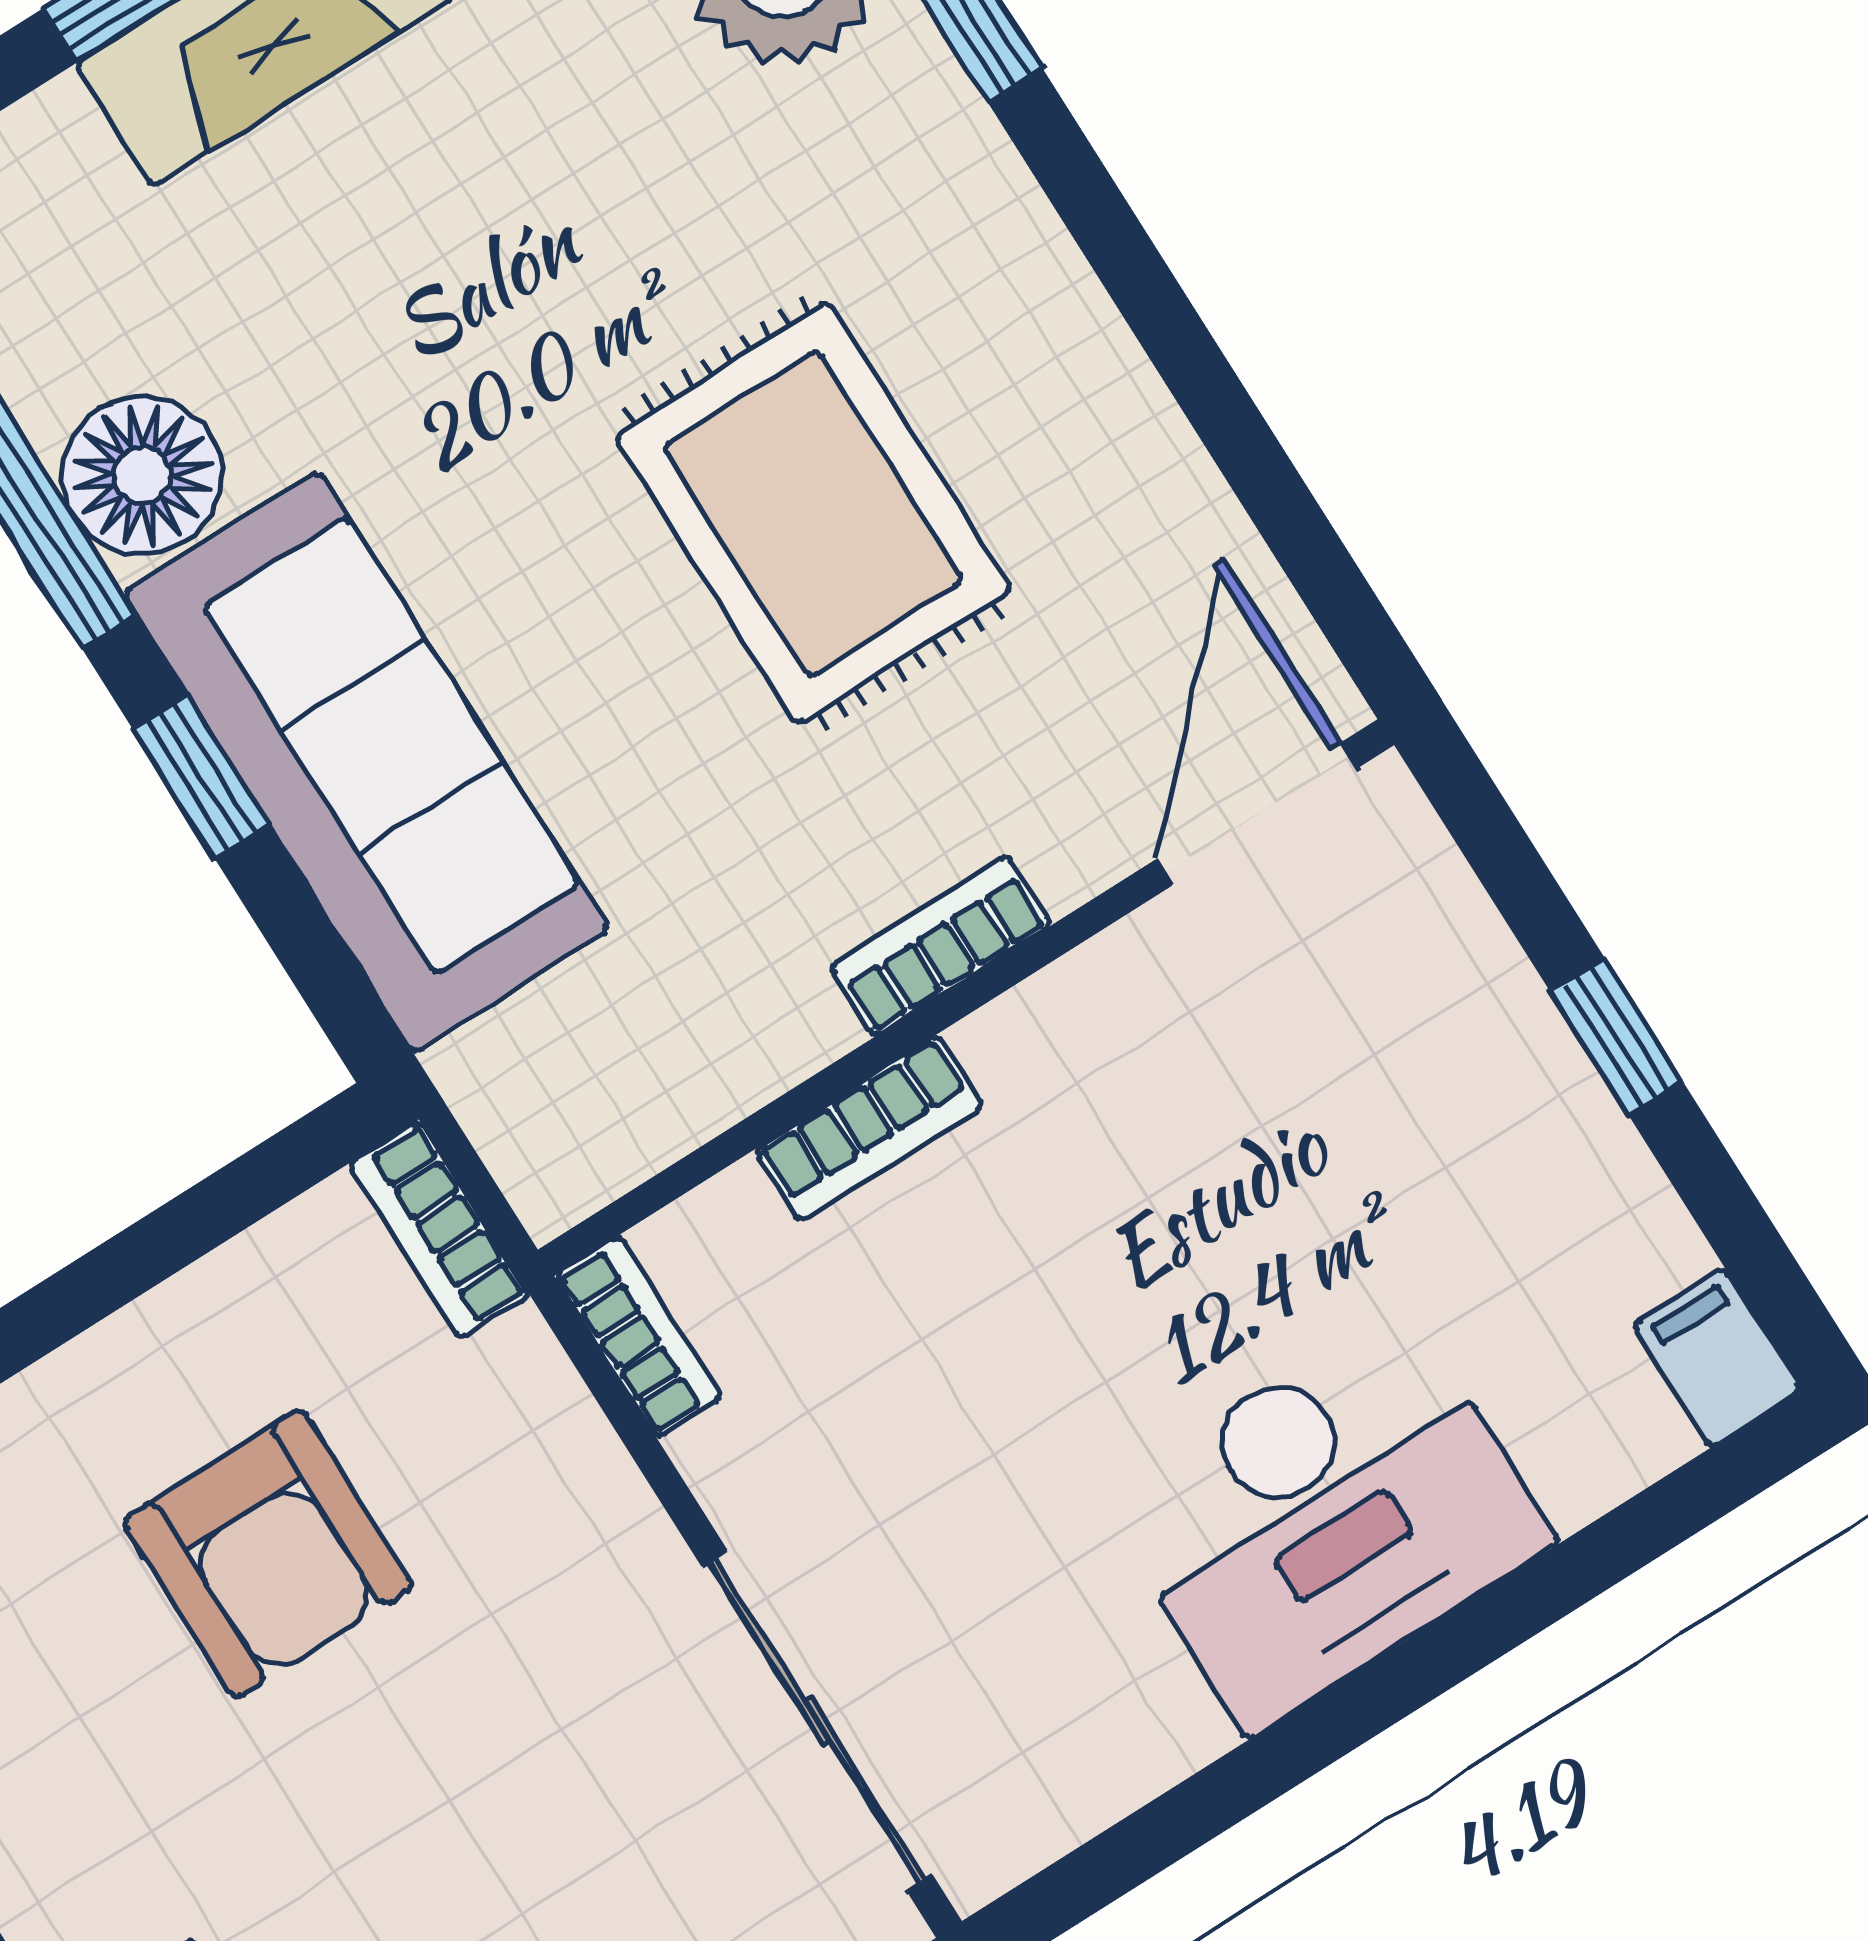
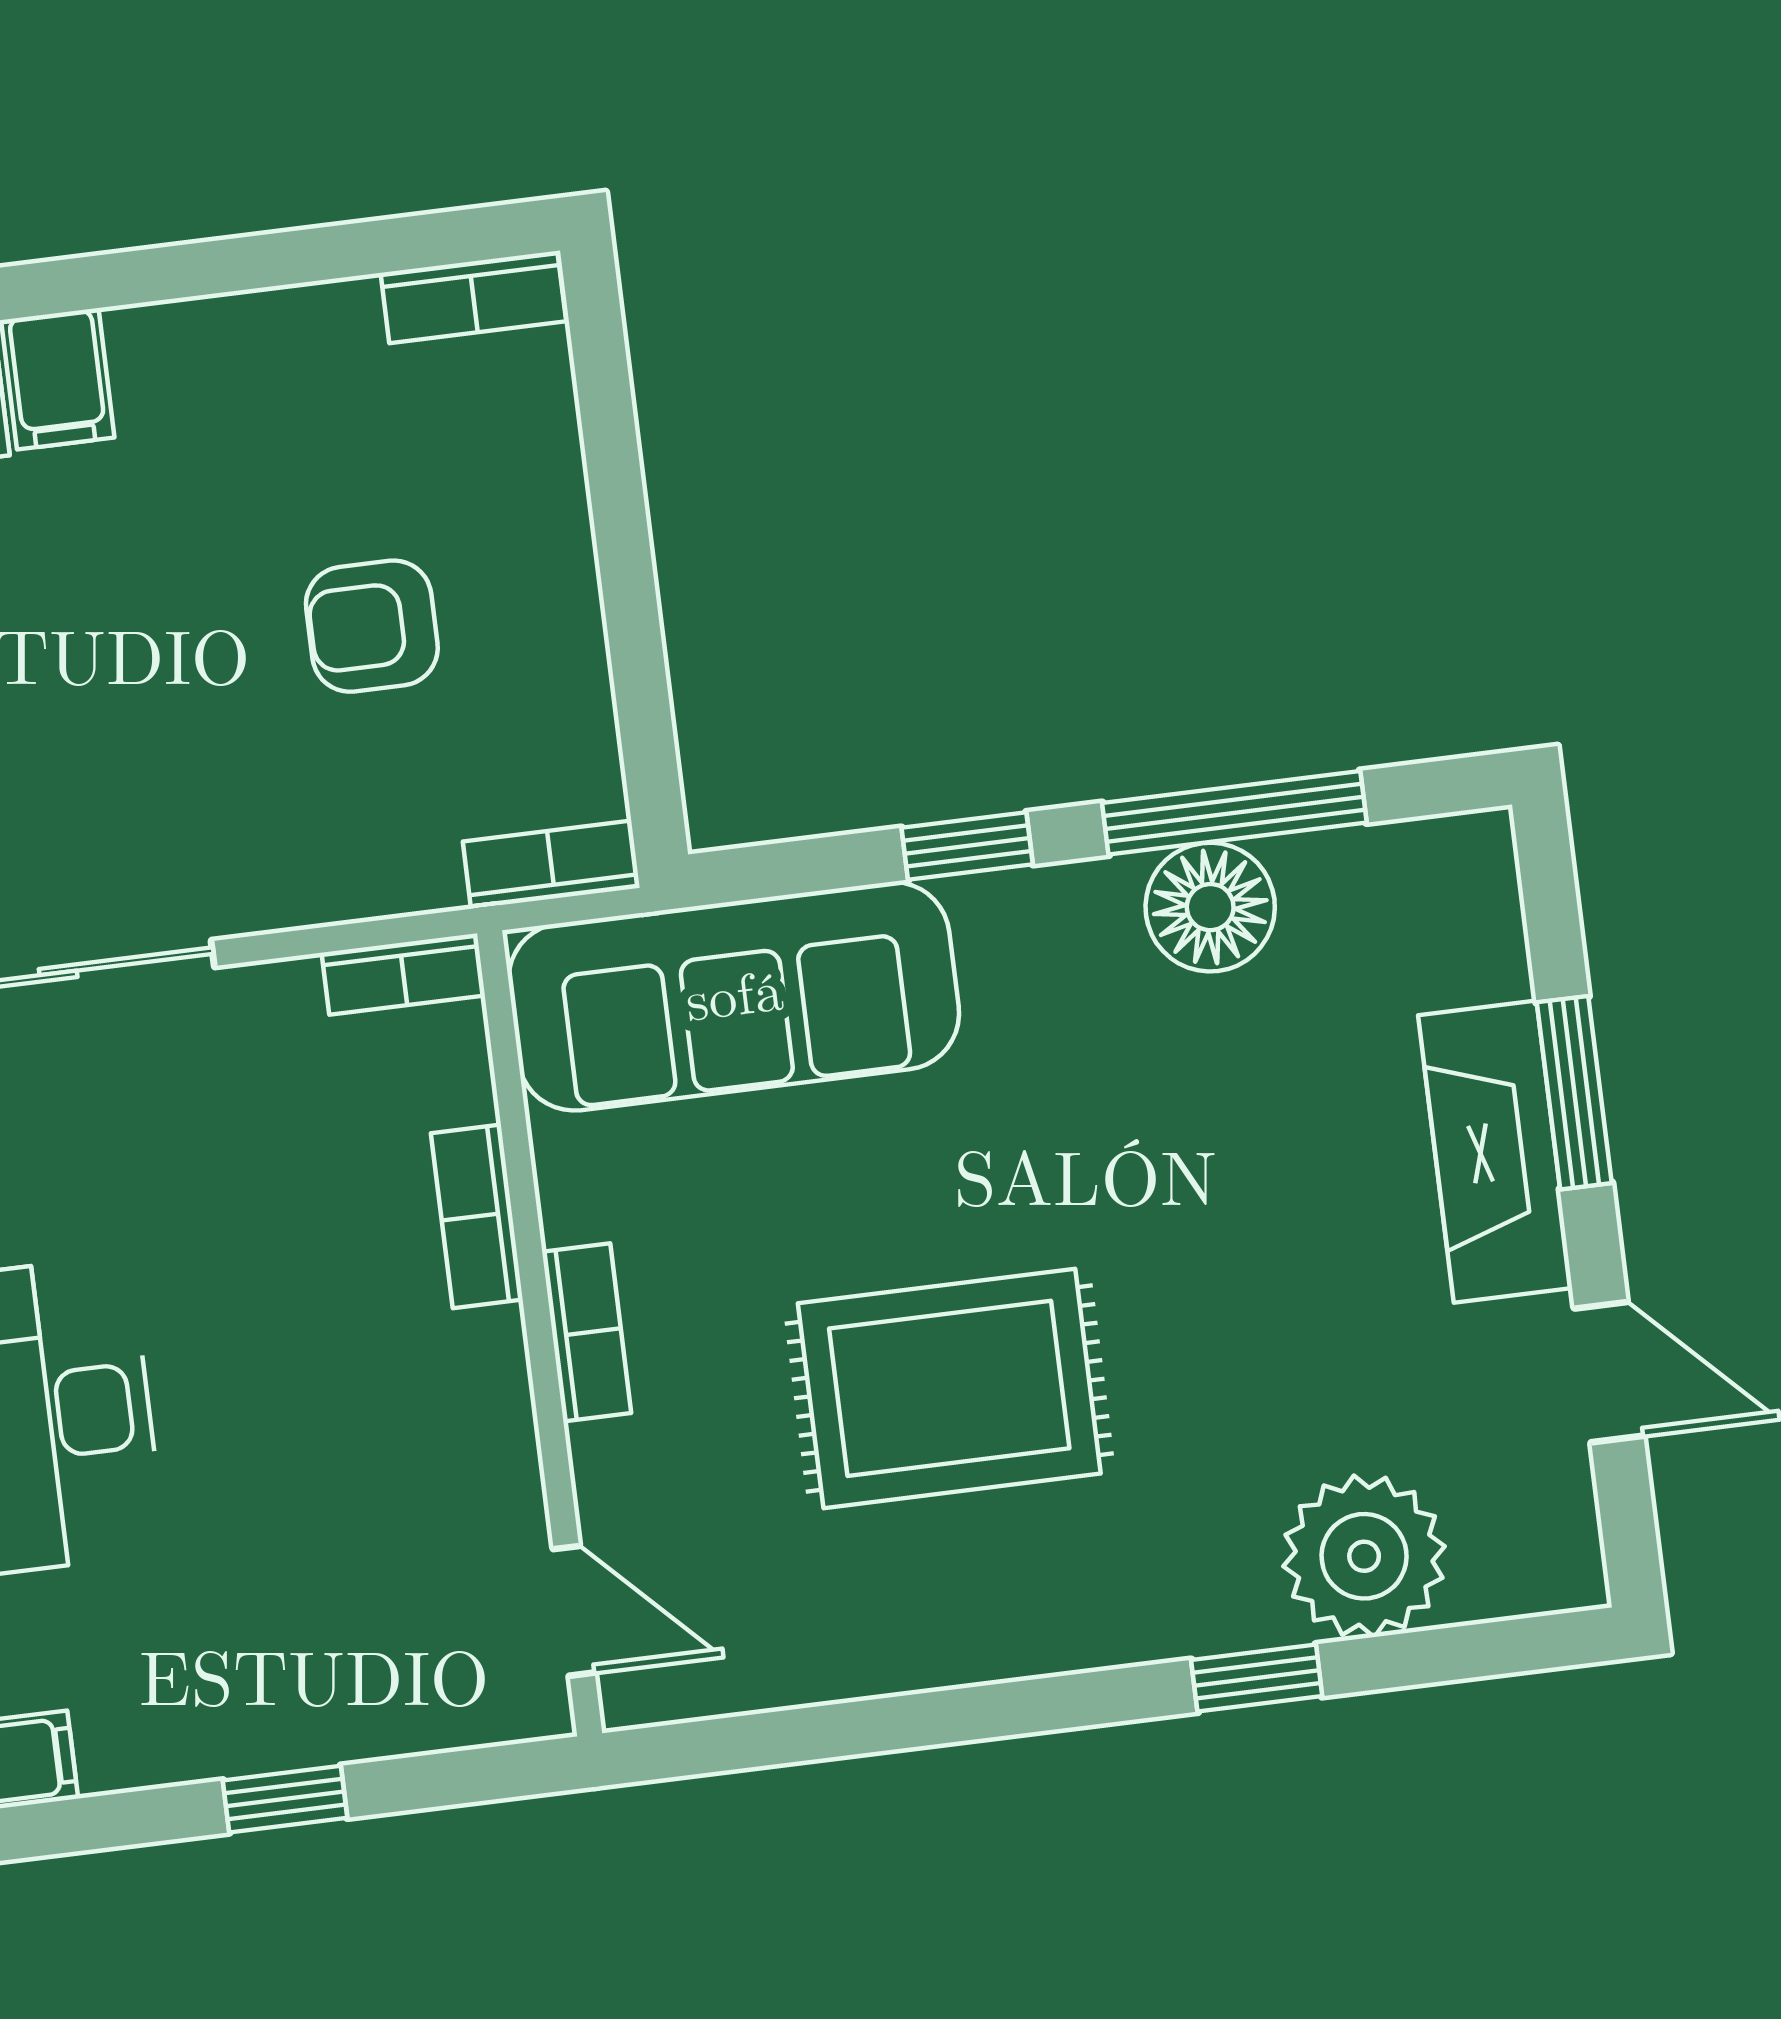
sofa: (366, 762) -> (734, 996), moved
door: (1256, 814) -> (574, 1611), width x0.73
armchair: (268, 1554) -> (372, 626), width x0.72, depth x0.72

